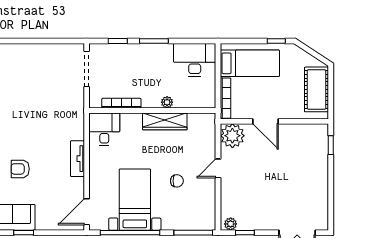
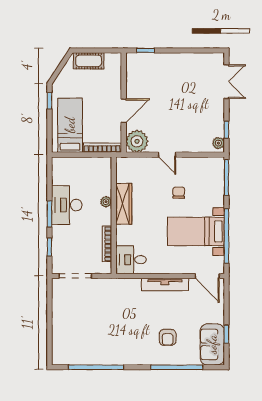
desk: (195, 60) -> (67, 205), moved
cot: (317, 89) -> (89, 61), width x0.73, depth x0.75
tv unit: (77, 159) -> (165, 284), width x1.41

